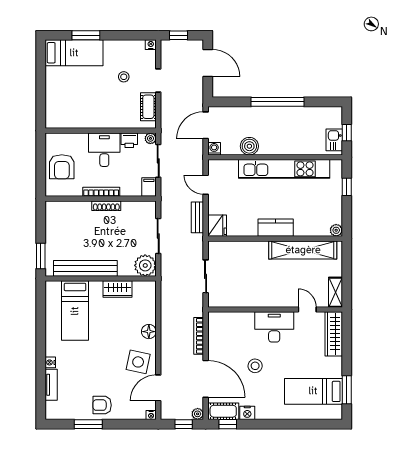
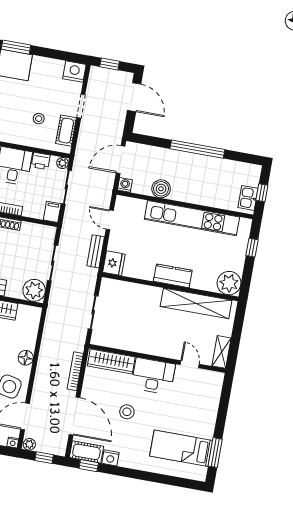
nightstand: (151, 45) -> (74, 72), width x1.89, depth x1.79
stool: (124, 77) -> (39, 119), moved
plant: (336, 230) -> (229, 283), width x1.87, depth x1.87
wardrobe: (334, 334) -> (111, 361), moved, turned -90
plant: (198, 414) -> (29, 444), moved

